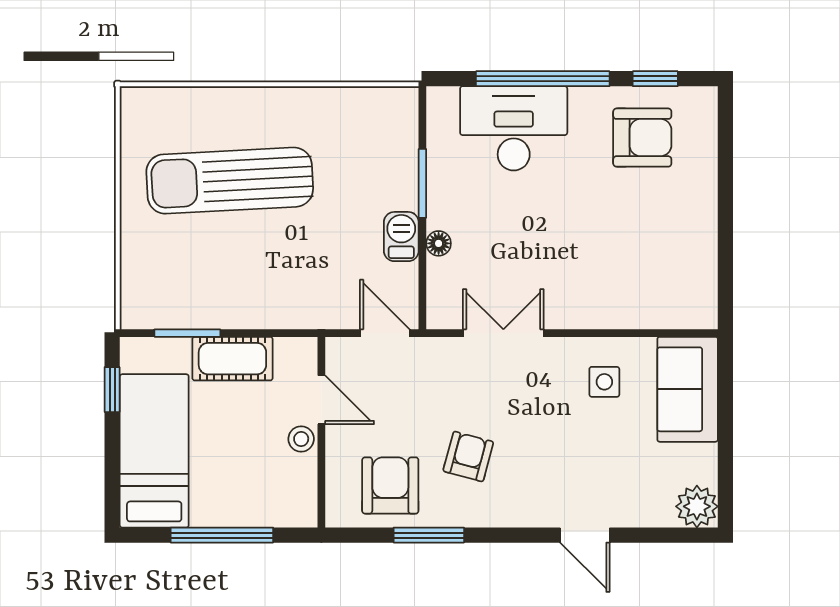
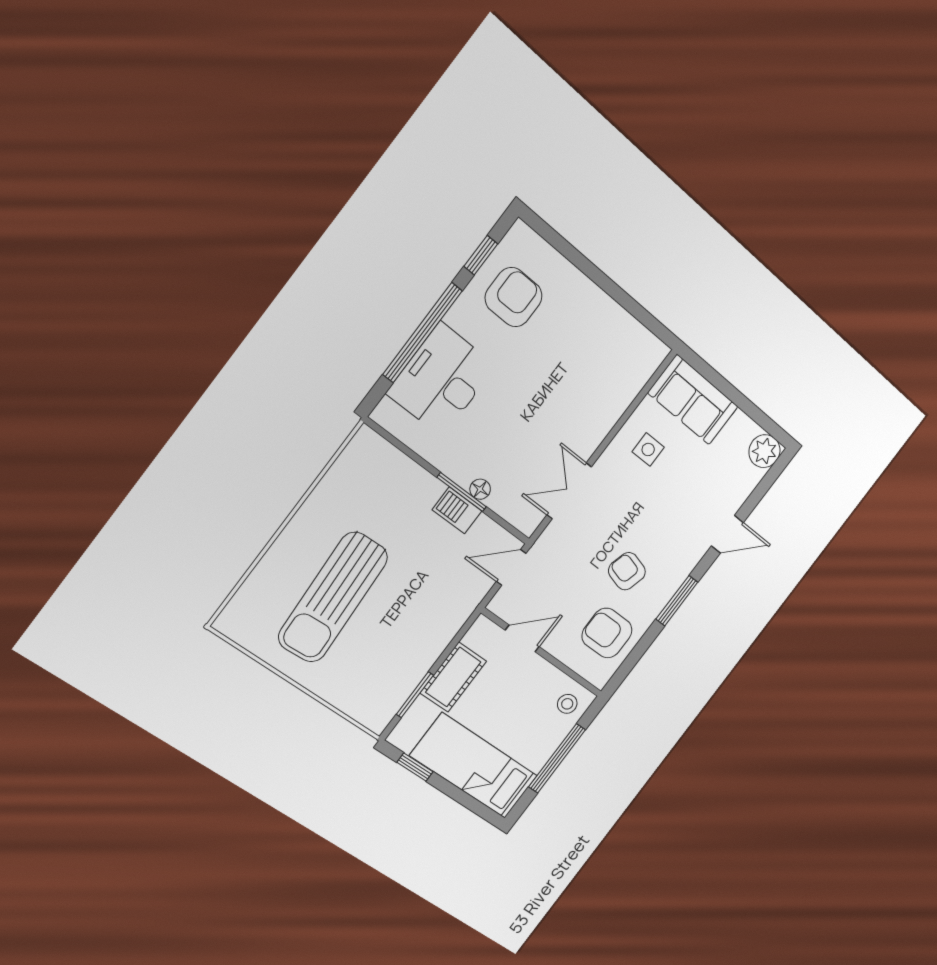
window: (422, 183) -> (462, 492), moved
stool: (301, 439) -> (567, 704), moved
window: (429, 535) -> (677, 601), moved

